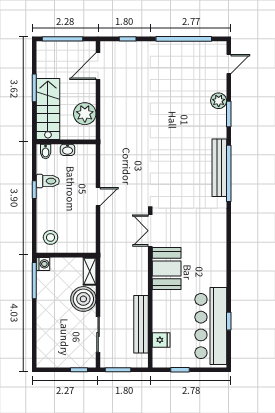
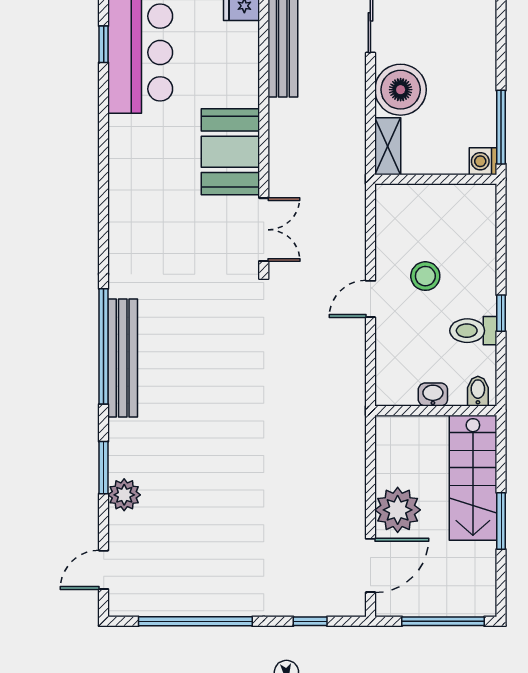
plant: (85, 114) -> (398, 510), moved
stool: (51, 237) -> (425, 276), moved

